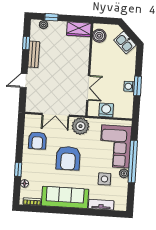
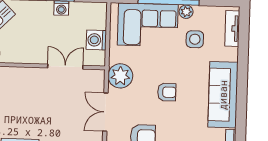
double door: (56, 115) -> (105, 112), swing flipped
armchair: (68, 158) -> (167, 92), width x0.53, depth x0.53
tv unit: (101, 205) -> (232, 29), moved

